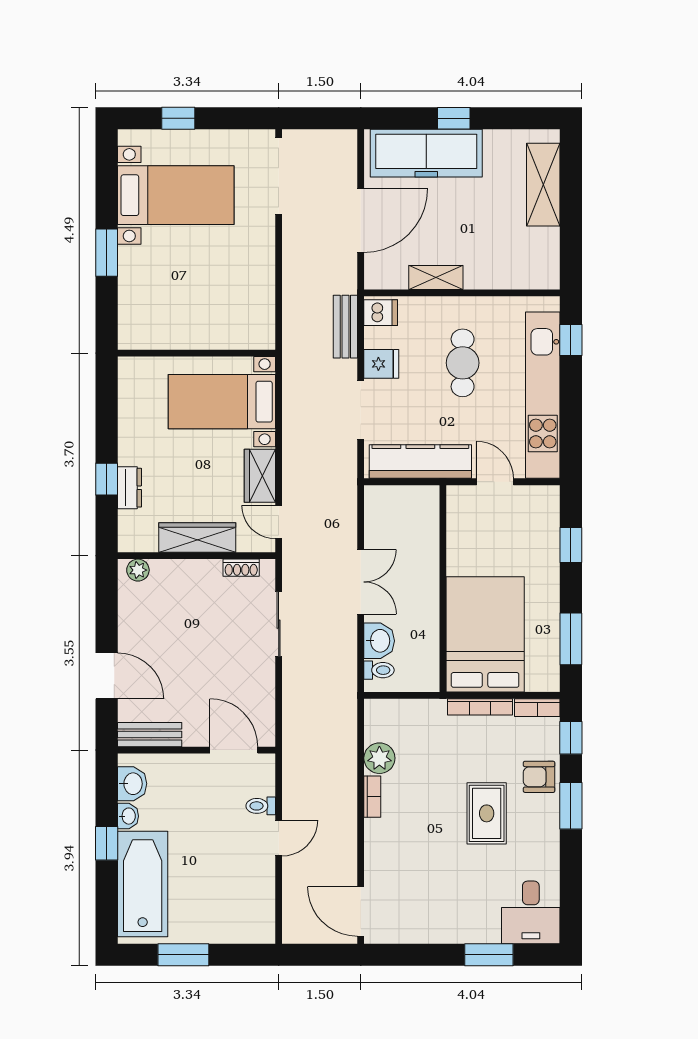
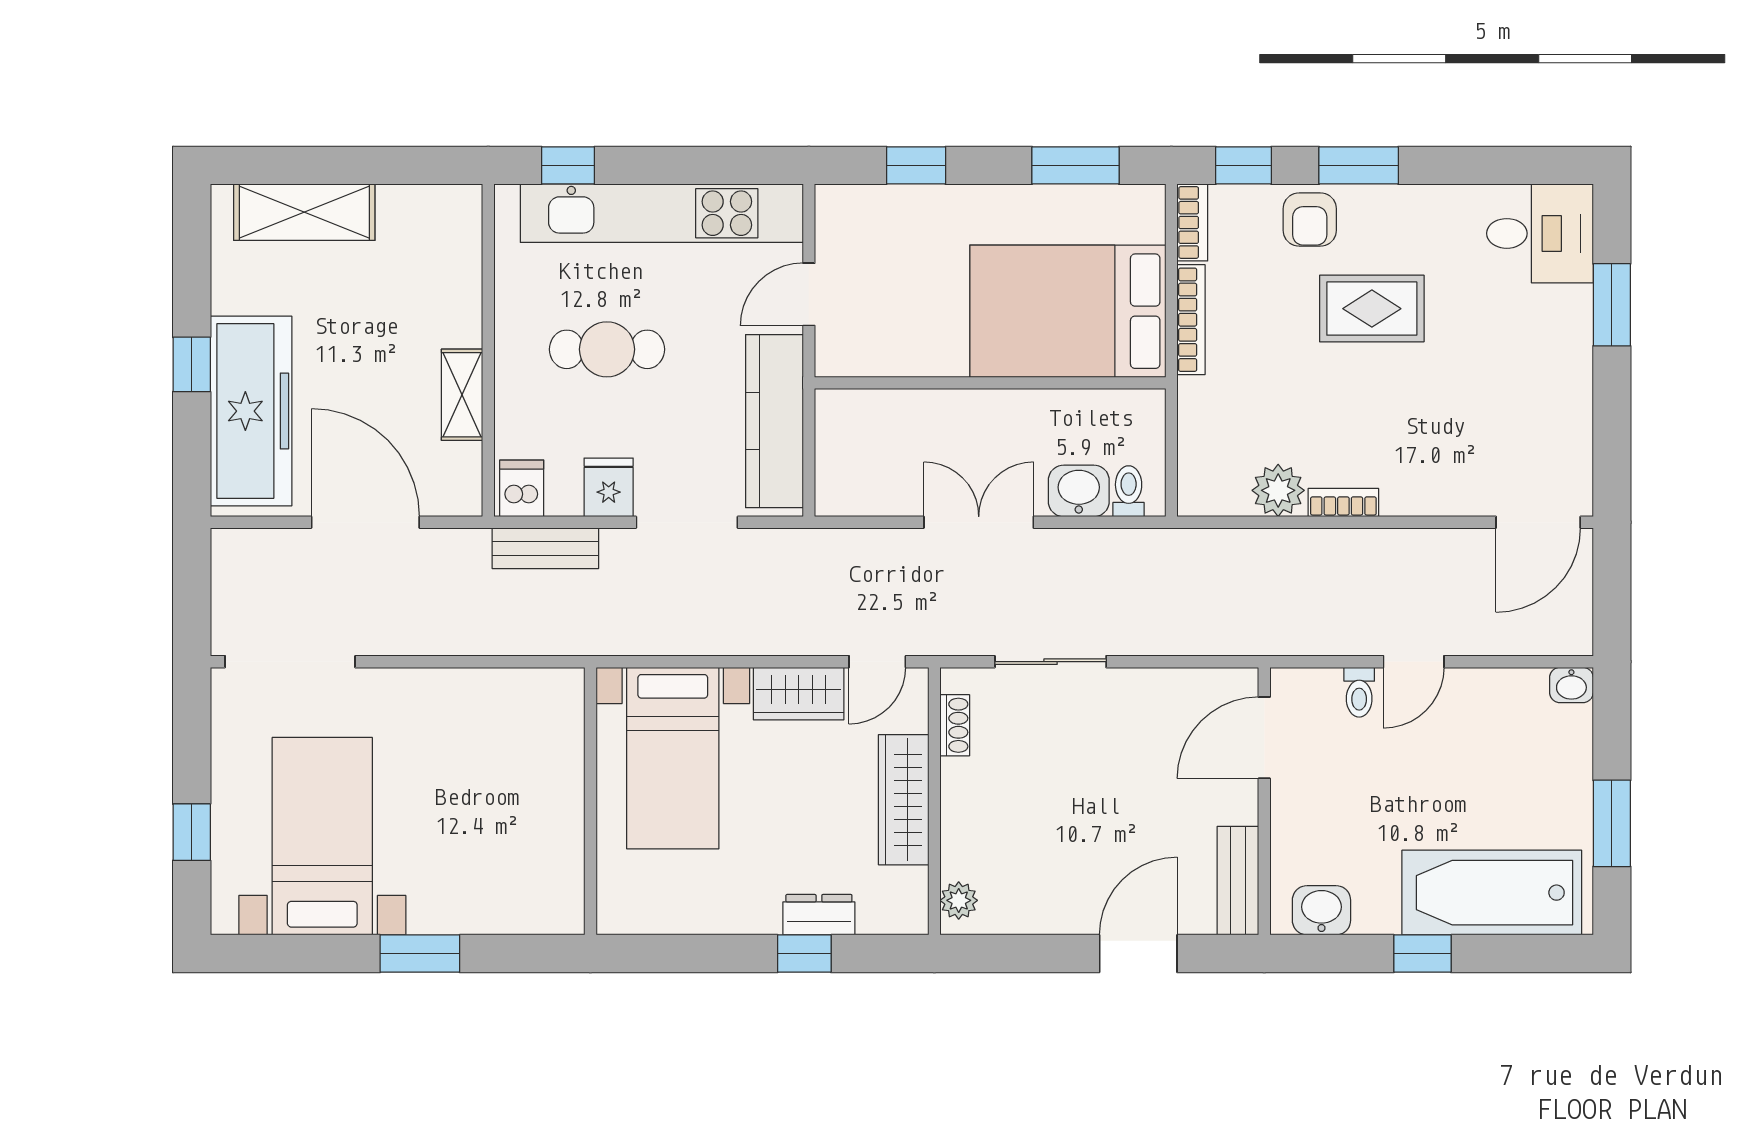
washbasin: (128, 816) -> (1571, 685), moved, turned 180
door: (279, 838) -> (1414, 662), swing flipped

